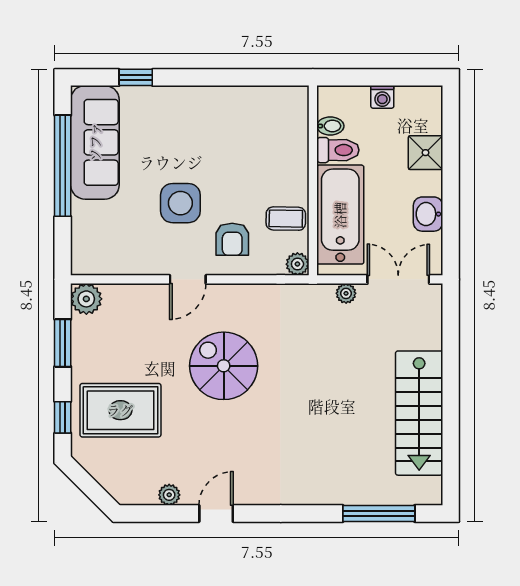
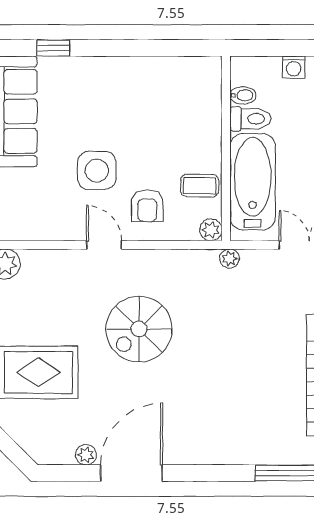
door: (188, 279) -> (104, 245), swing flipped
plant: (346, 293) -> (230, 259), moved
spiral stairs: (224, 366) -> (139, 329), turned -90
door: (216, 513) -> (132, 473), width x1.88

